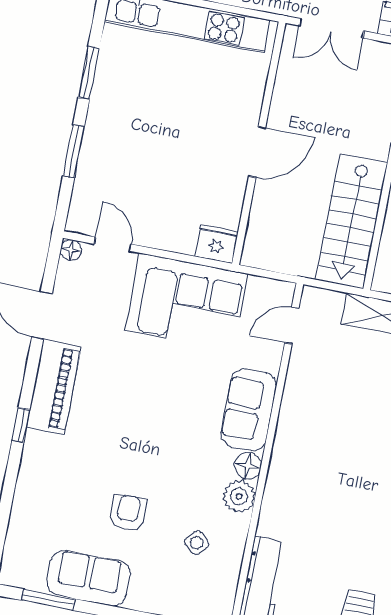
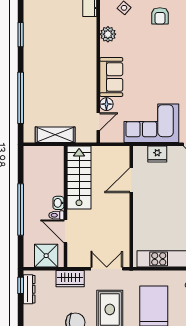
door: (257, 152) -> (131, 180), moved
fridge: (217, 244) -> (157, 154), moved
floor lamp: (248, 466) -> (106, 104), moved

